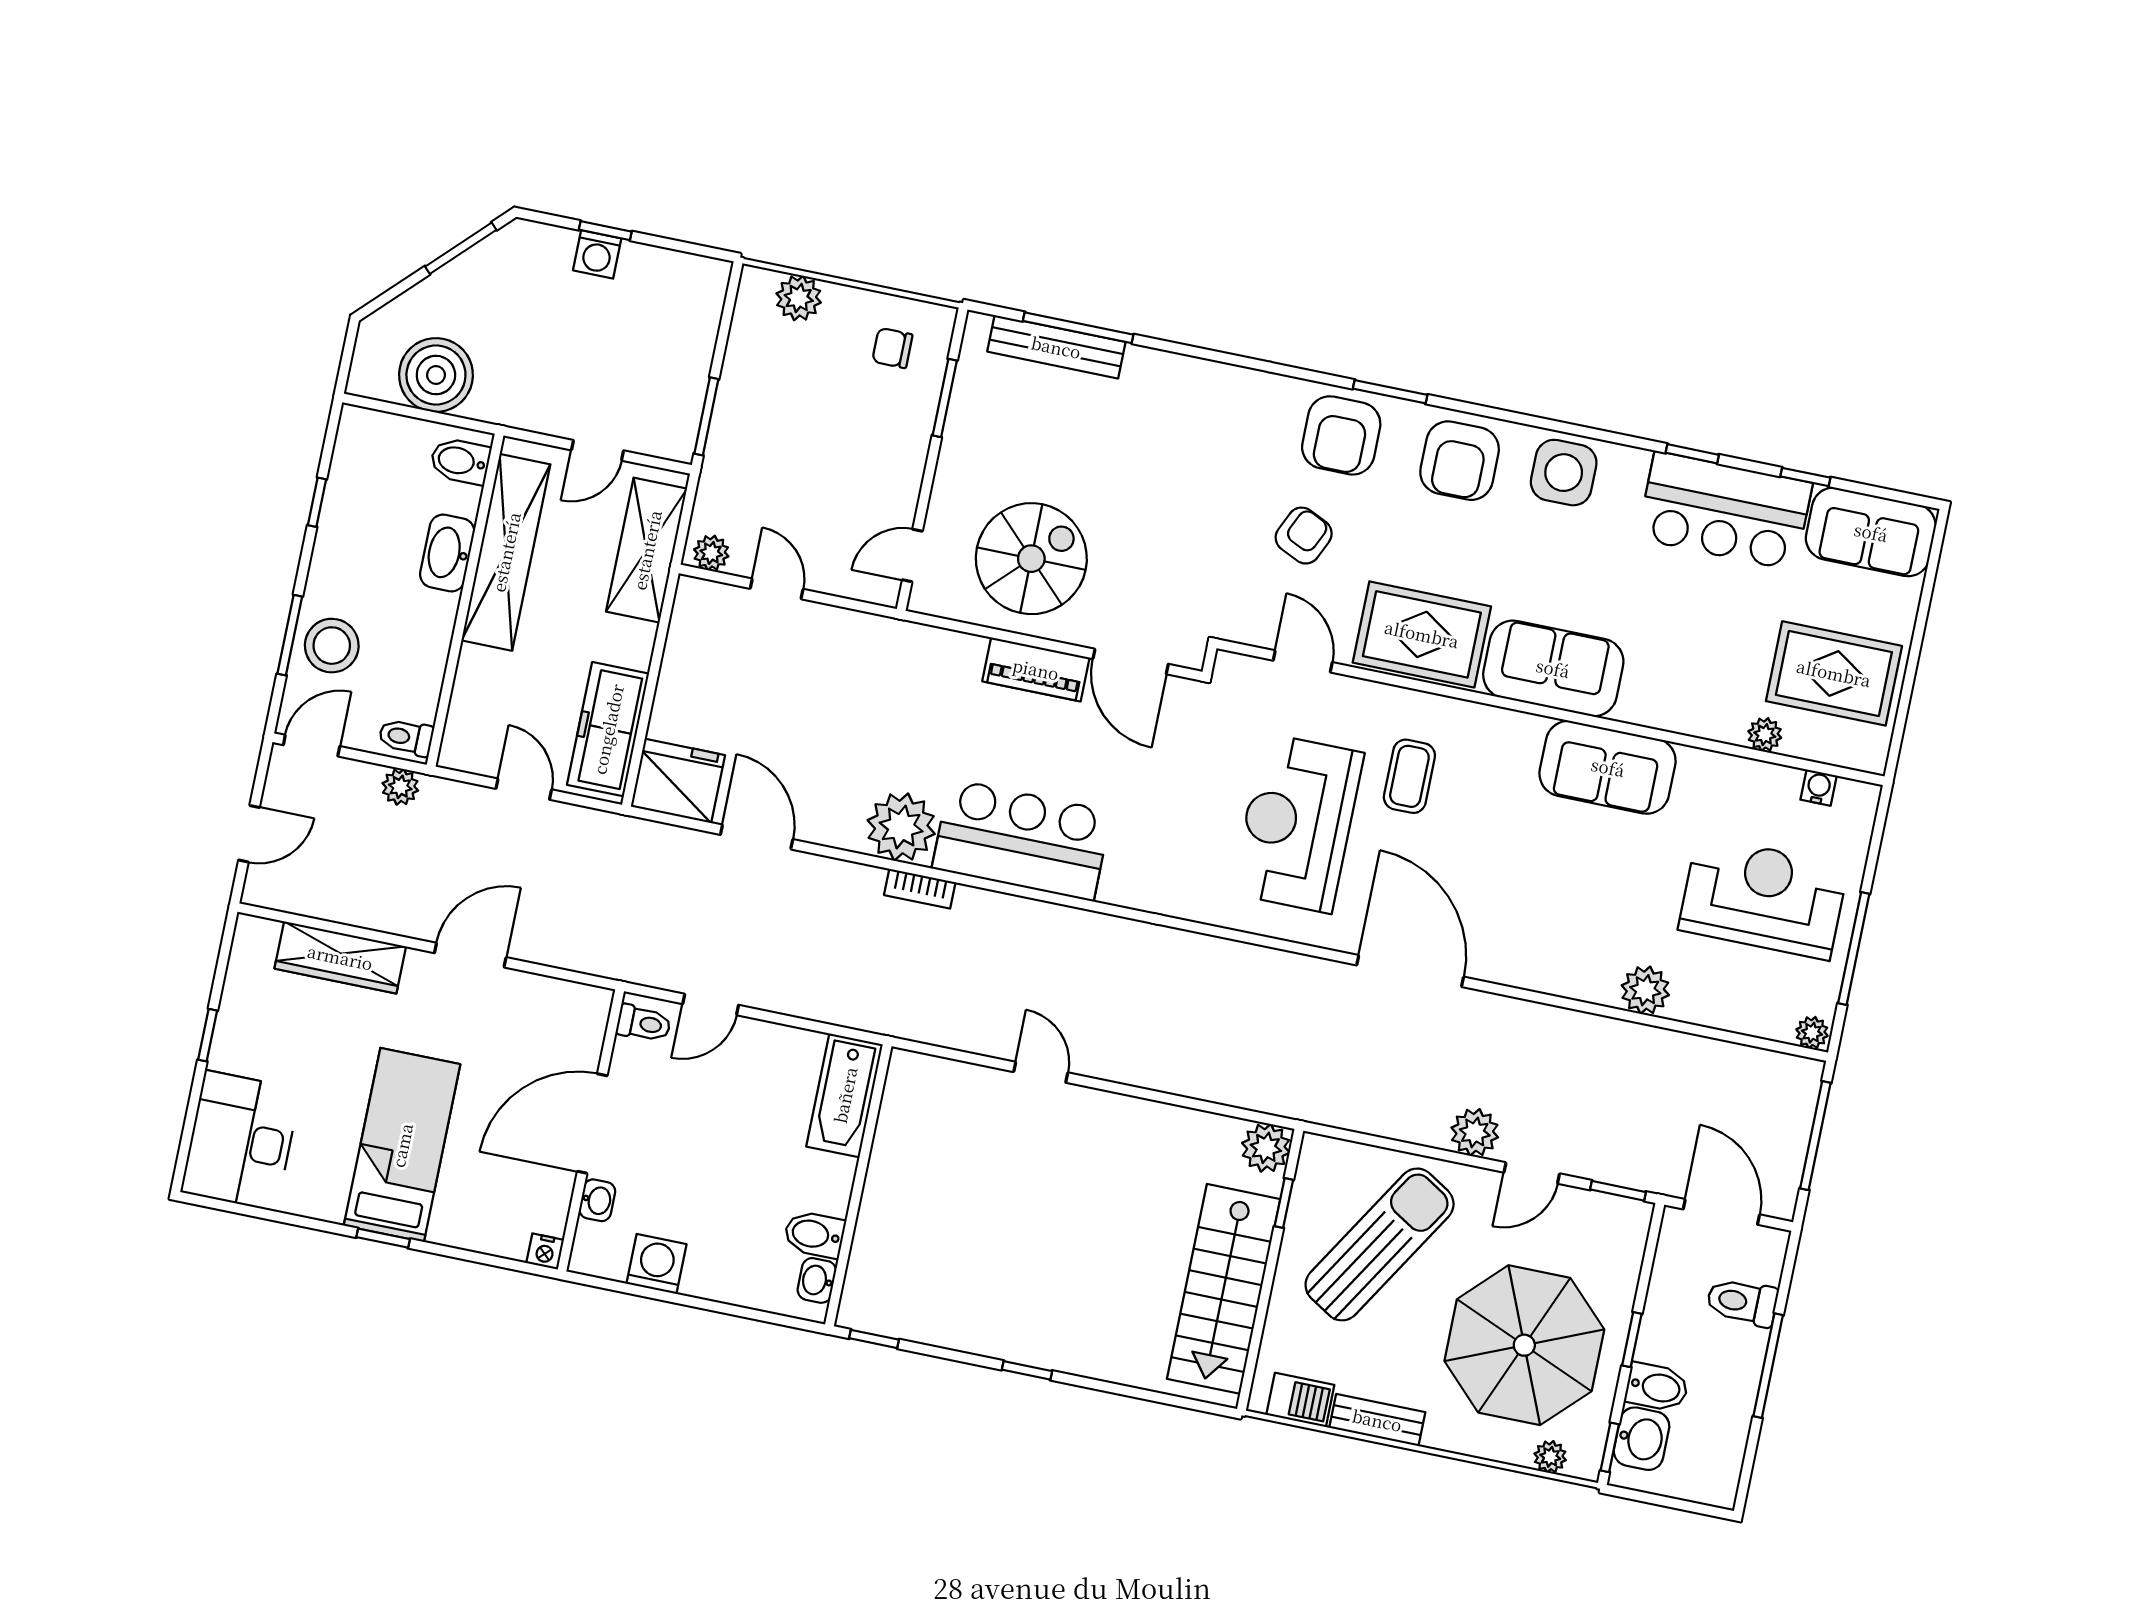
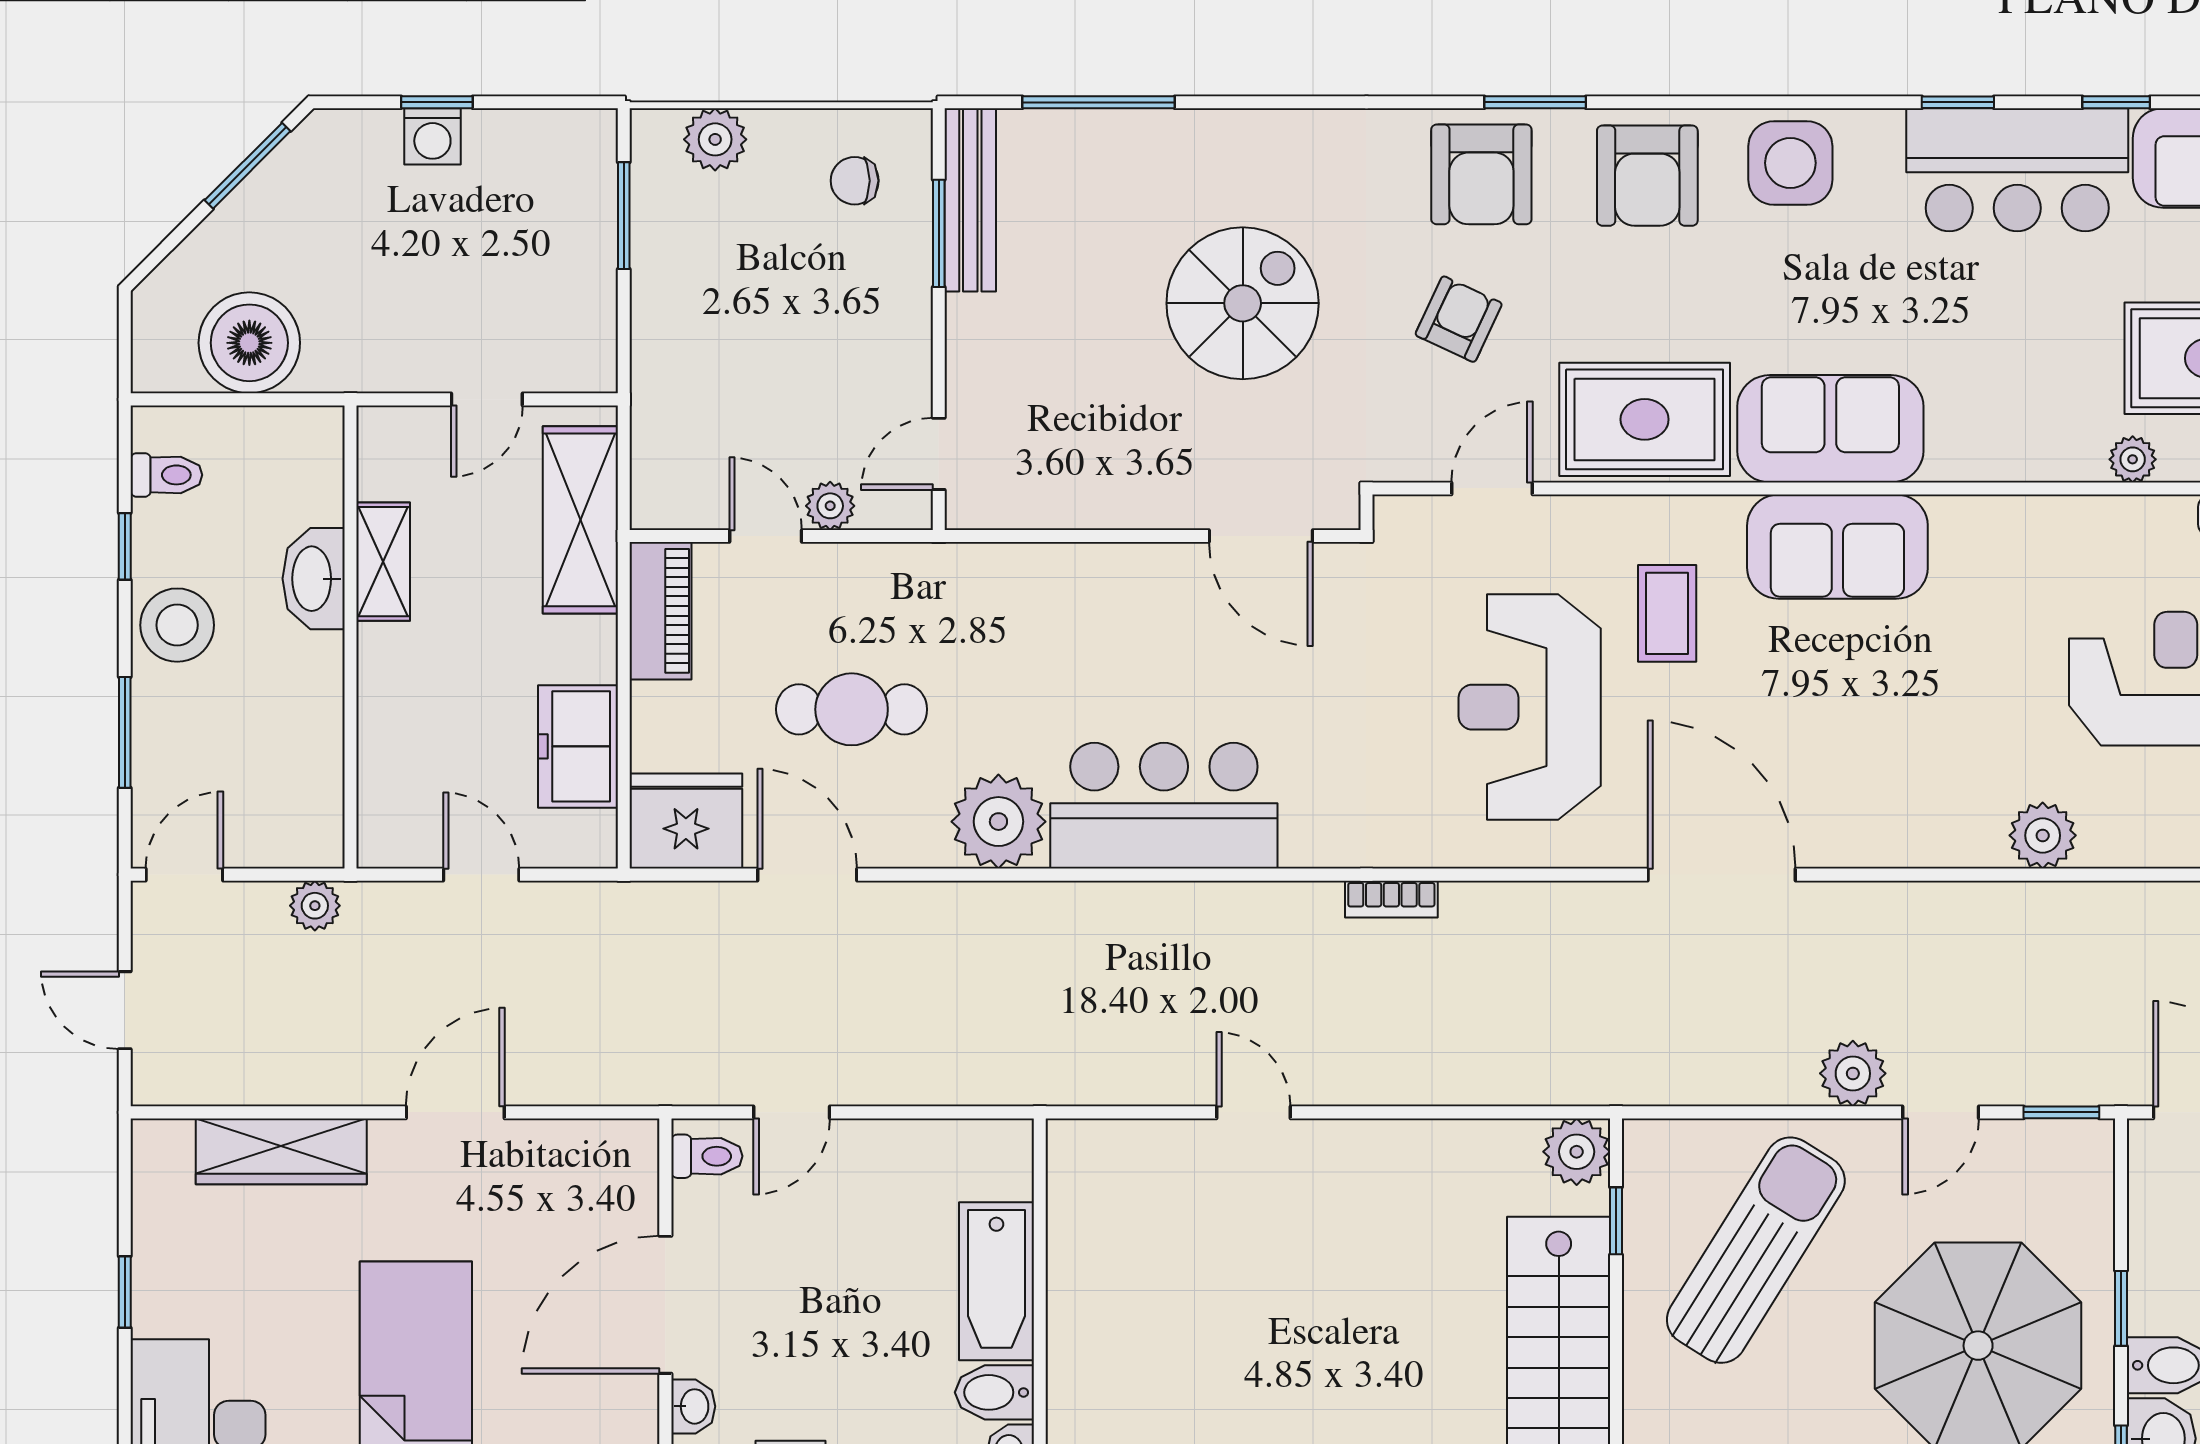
bench: (1056, 347) -> (970, 200), moved, turned 90
window: (706, 416) -> (624, 216), moved
bidet: (460, 461) -> (306, 452), removed
shelving: (506, 552) -> (383, 562), width x0.45, depth x0.75
plant: (711, 553) -> (830, 506), moved
spiral stairs: (1031, 559) -> (1243, 303), moved
stool: (332, 646) -> (177, 625), moved
door: (1303, 661) -> (1492, 488), hinge flipped
piano: (1036, 669) -> (661, 611), moved, turned -90
cafe table: (813, 725) -> (852, 709), added
freezer: (608, 729) -> (578, 746), width x0.71
toilet: (406, 737) -> (166, 475), moved, turned 180
sofa: (1608, 767) -> (1837, 547), moved
door: (249, 834) -> (125, 1010), swing flipped
bookcase: (920, 889) -> (1391, 899), moved
bathtub: (845, 1095) -> (996, 1281), moved

